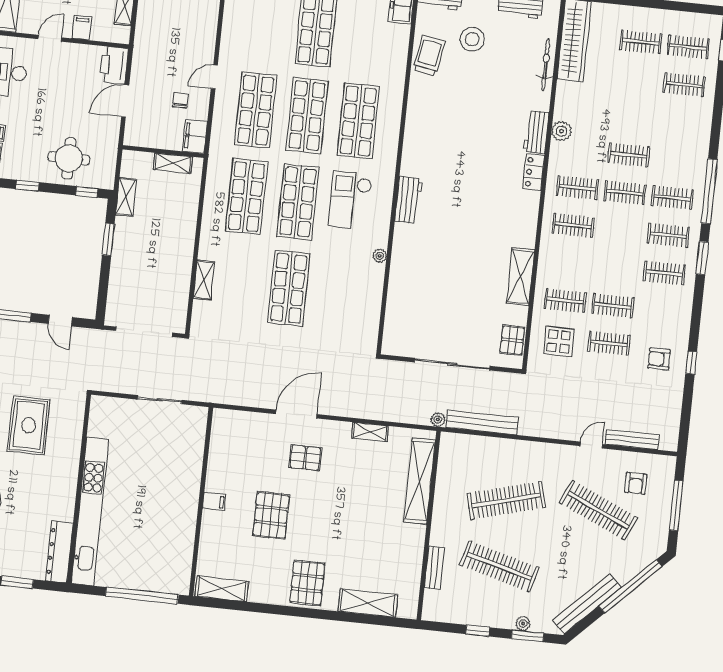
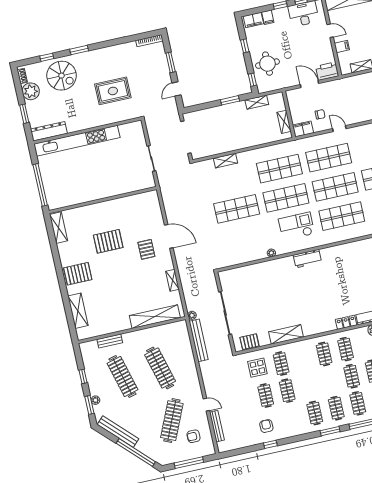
filing cabinet: (214, 501) -> (105, 207), removed
clothes rail: (499, 566) -> (123, 376), turned -30

